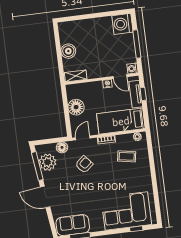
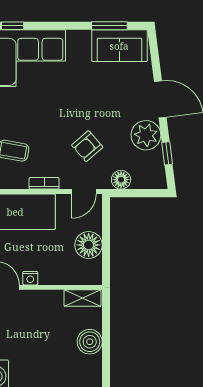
plant: (47, 162) -> (146, 135), moved
window: (37, 166) -> (167, 153), width x0.46

